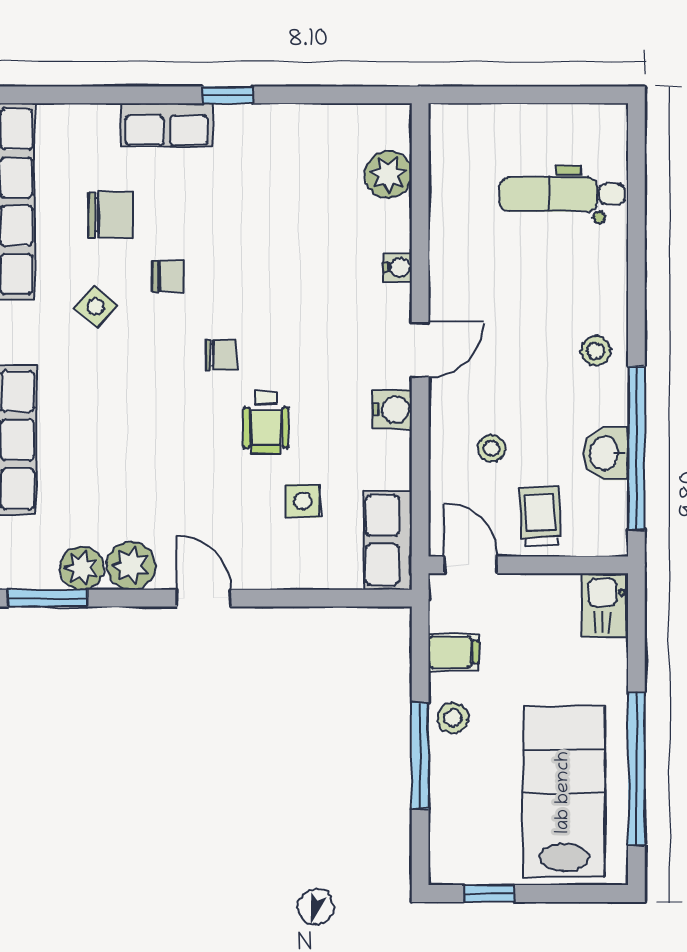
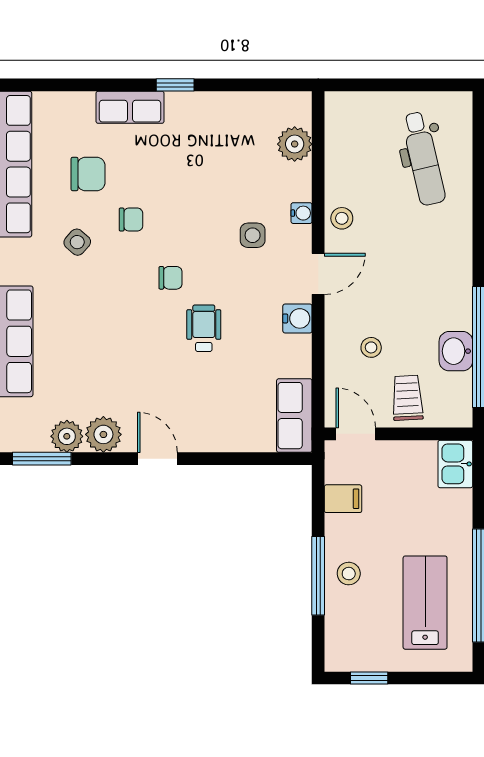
dental chair: (562, 194) -> (423, 159), turned -103
stool: (596, 351) -> (342, 218), moved
wheelchair: (266, 423) -> (204, 328), turned 180
side table: (303, 501) -> (253, 235), moved
stool: (453, 718) -> (349, 574), moved
lab bench: (564, 792) -> (425, 603), width x0.73, depth x0.72

